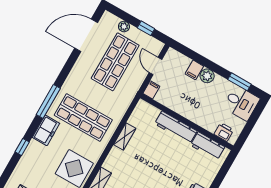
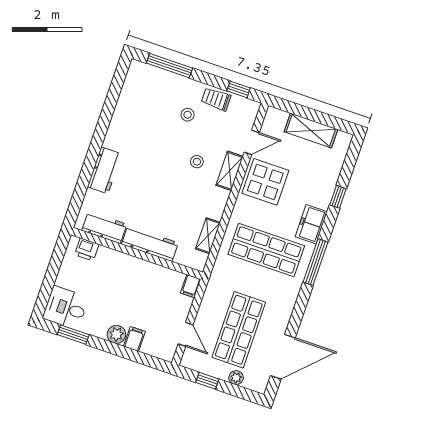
filing cabinet: (151, 90) -> (191, 286), moved
wall: (187, 122) -> (137, 253), moved
workbench: (176, 127) -> (150, 244), moved
printer: (224, 132) -> (87, 249), moved
workbench: (208, 146) -> (104, 227), moved

